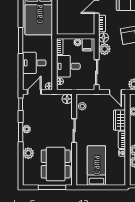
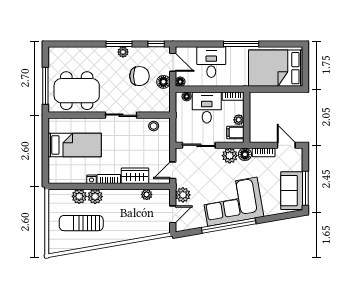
floor lamp: (67, 99) -> (163, 82), moved
chair: (45, 117) -> (139, 76), added
plant: (28, 153) -> (91, 54), removed

